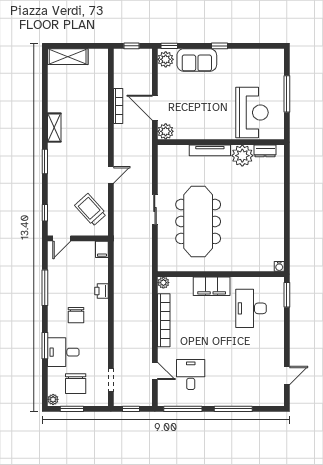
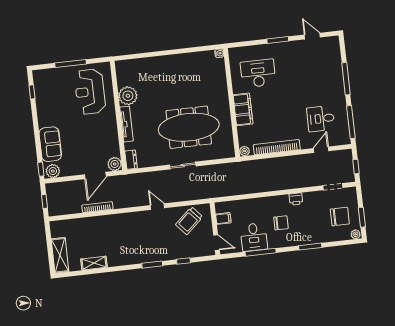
window: (220, 46) -> (32, 92), moved
reception desk: (252, 113) -> (90, 92), turned -90
shelving: (54, 128) -> (94, 263), moved
dresser: (265, 151) -> (131, 160), moved
window: (45, 213) -> (183, 261), moved
filing cabinet: (102, 249) -> (223, 218), moved
printer: (101, 291) -> (296, 199), moved
window: (287, 295) -> (278, 40), moved
desk: (251, 308) -> (258, 73), turned 180
desk: (63, 352) -> (254, 237), moved

